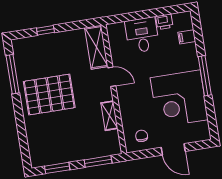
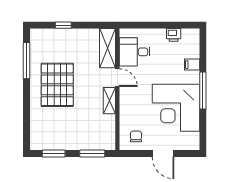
desk: (142, 35) -> (135, 52), moved, turned -90
filing cabinet: (187, 37) -> (192, 65), moved
pallet: (49, 95) -> (57, 85), turned 90
shelving: (109, 116) -> (109, 101), moved

